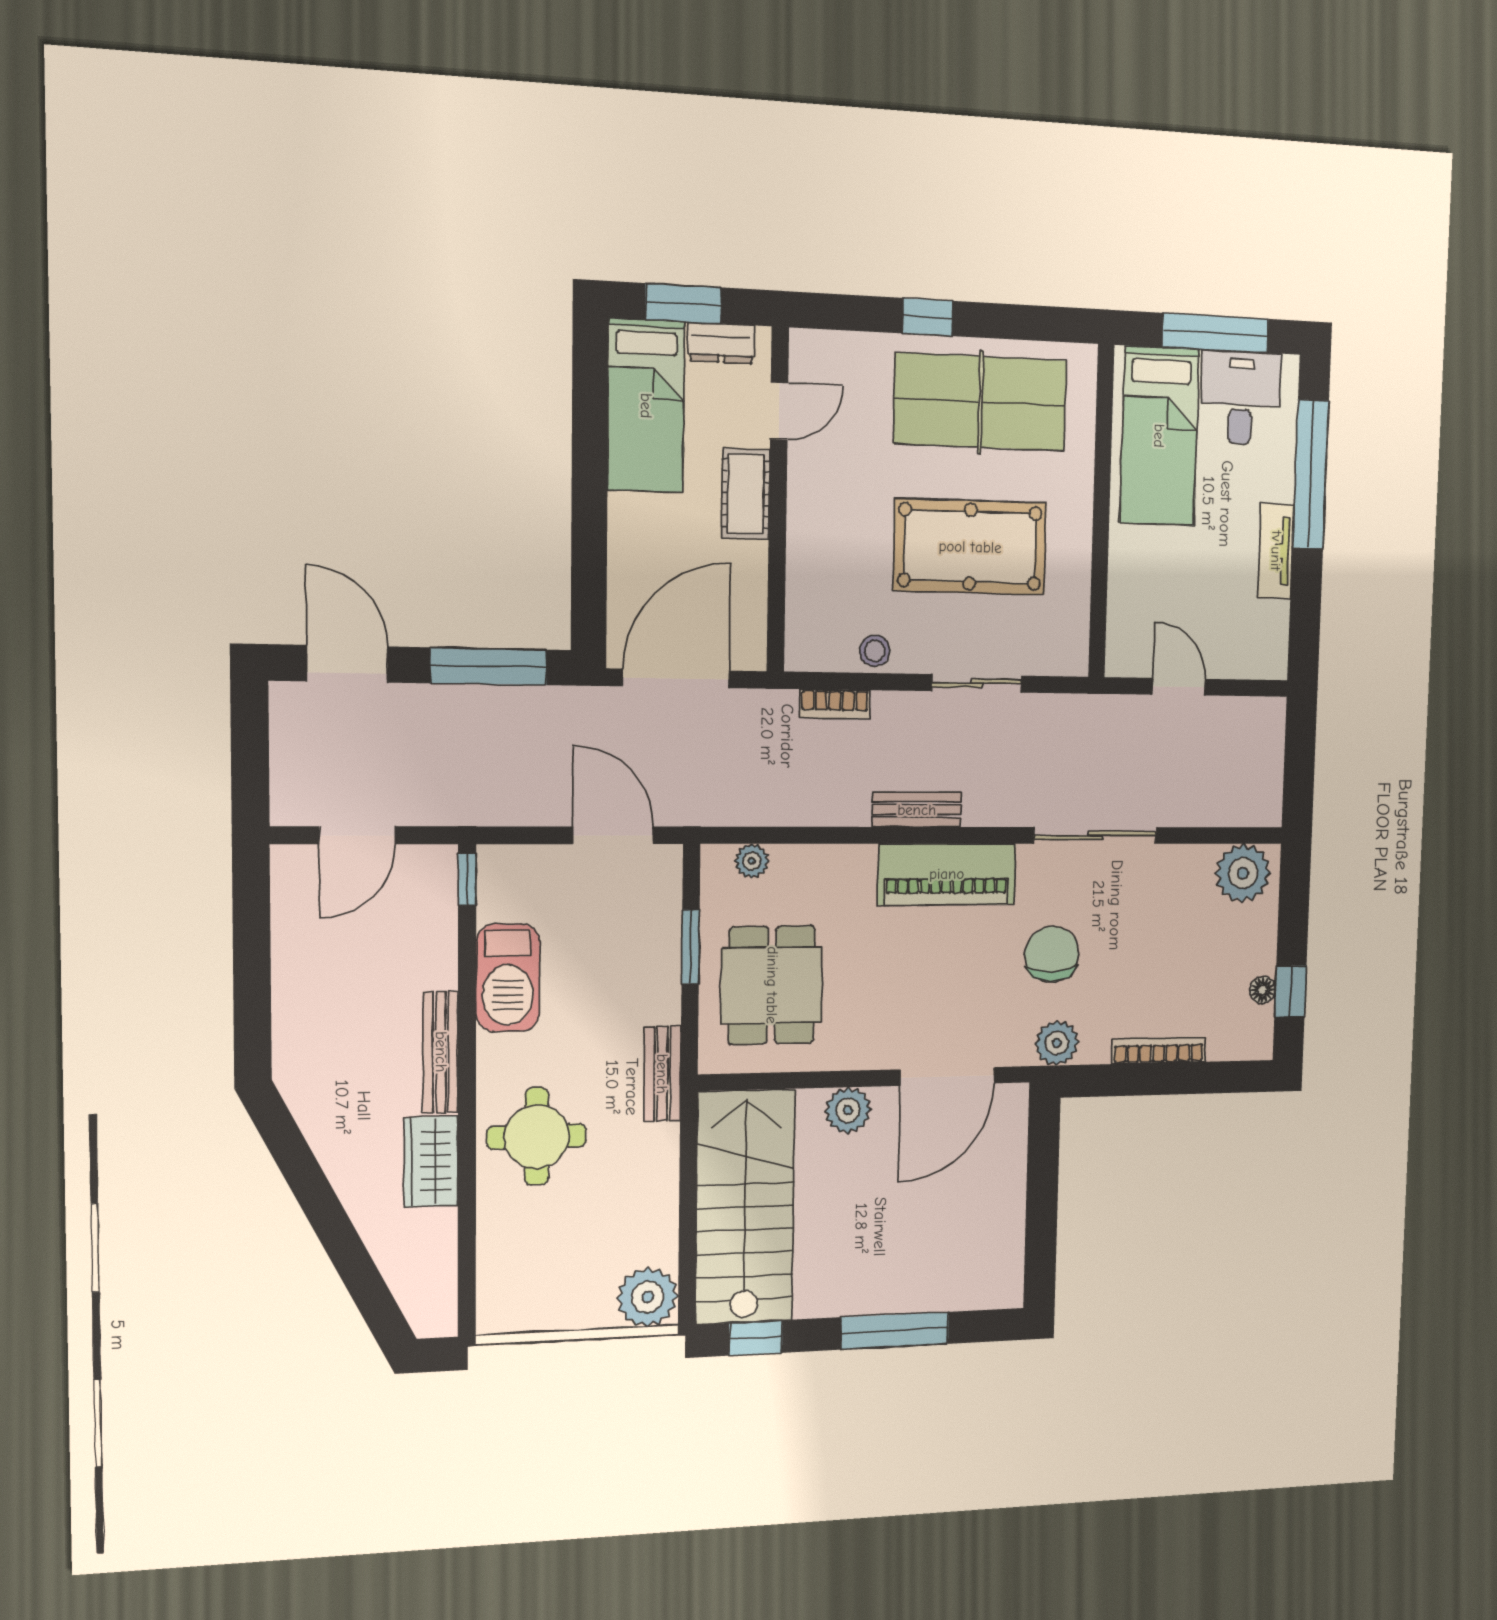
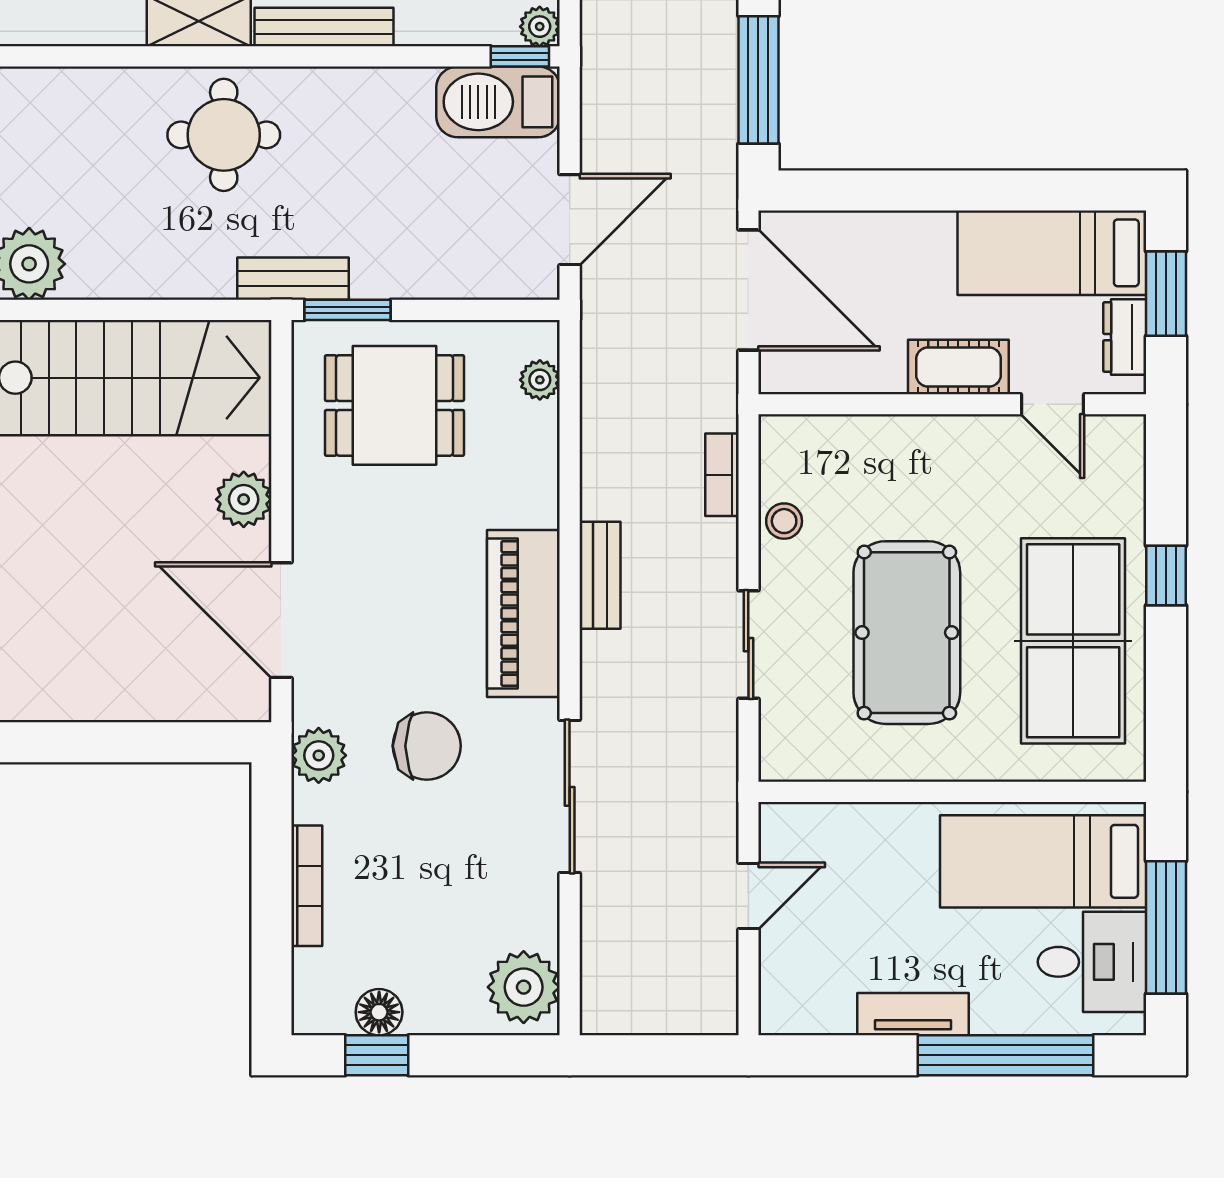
plant: (440, 862) -> (540, 27), added
window: (691, 947) -> (347, 310), moved
barbecue: (508, 978) -> (498, 102), moved
floor lamp: (1263, 990) -> (379, 1012), width x1.37, depth x1.37

